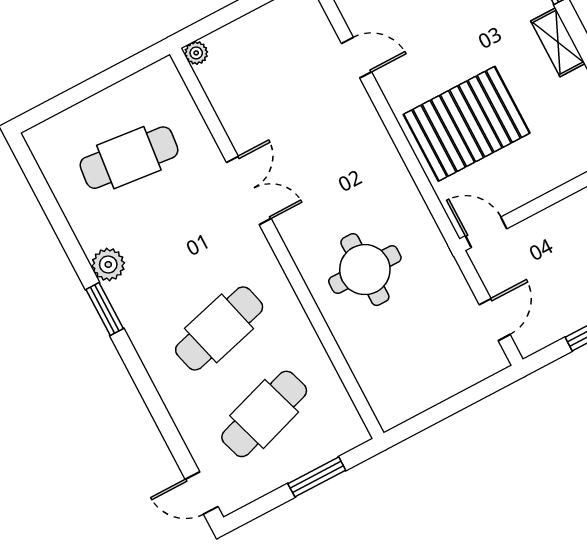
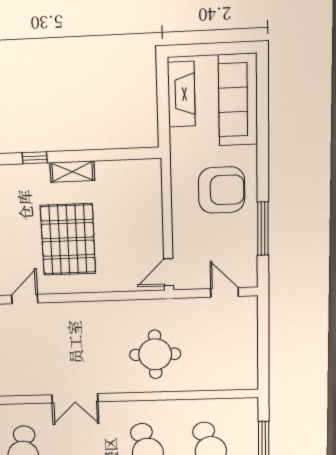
pallet: (467, 124) -> (68, 239), moved
double door: (249, 190) -> (75, 398), swing flipped

